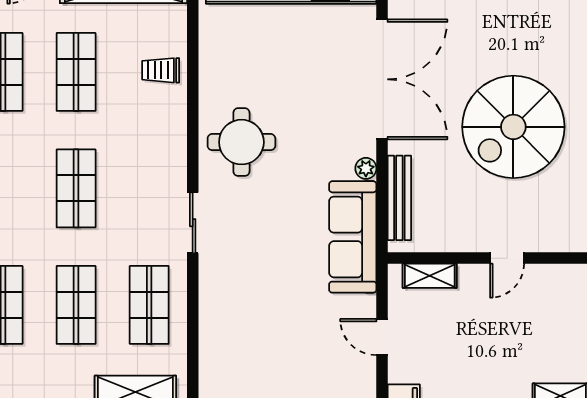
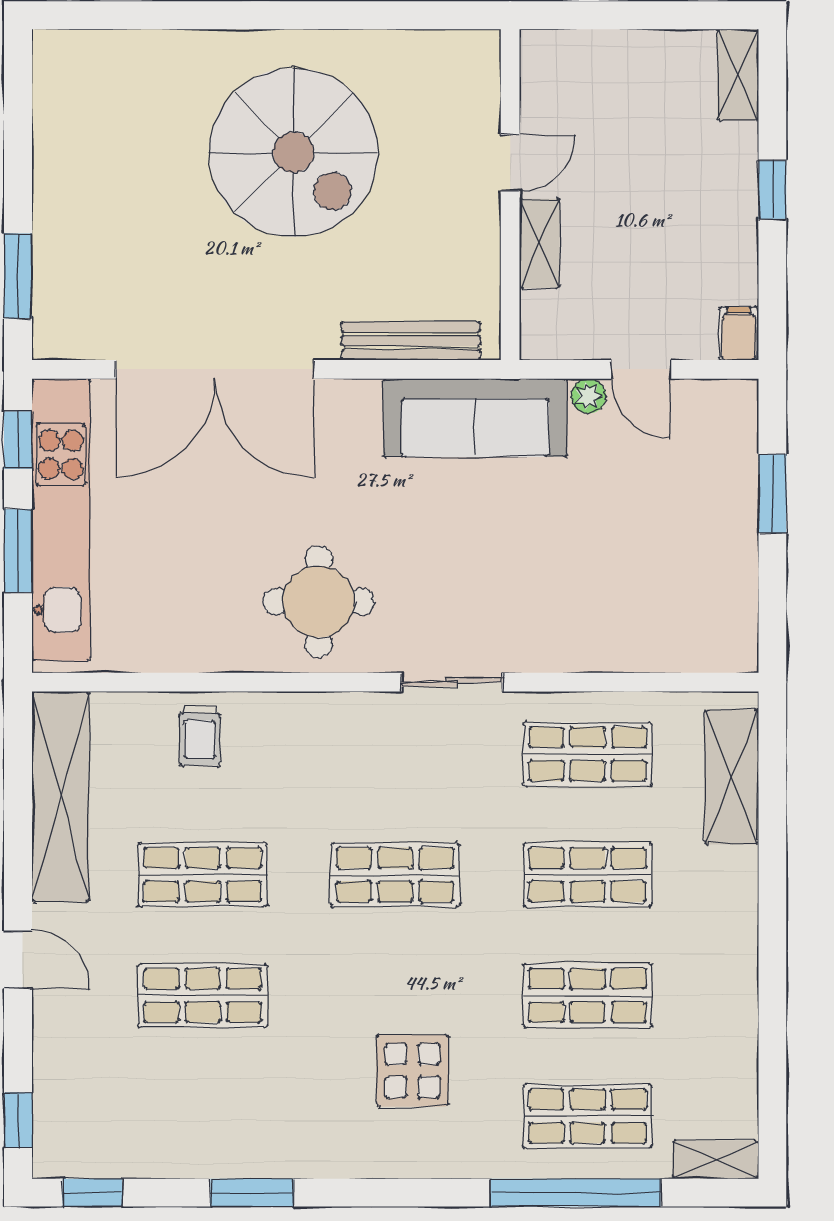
double door: (382, 79) -> (215, 369), swing flipped
plant: (366, 168) -> (588, 396), moved
door: (507, 258) -> (510, 163), hinge flipped
shelving: (430, 276) -> (539, 244), moved
door: (382, 337) -> (641, 369), hinge flipped

